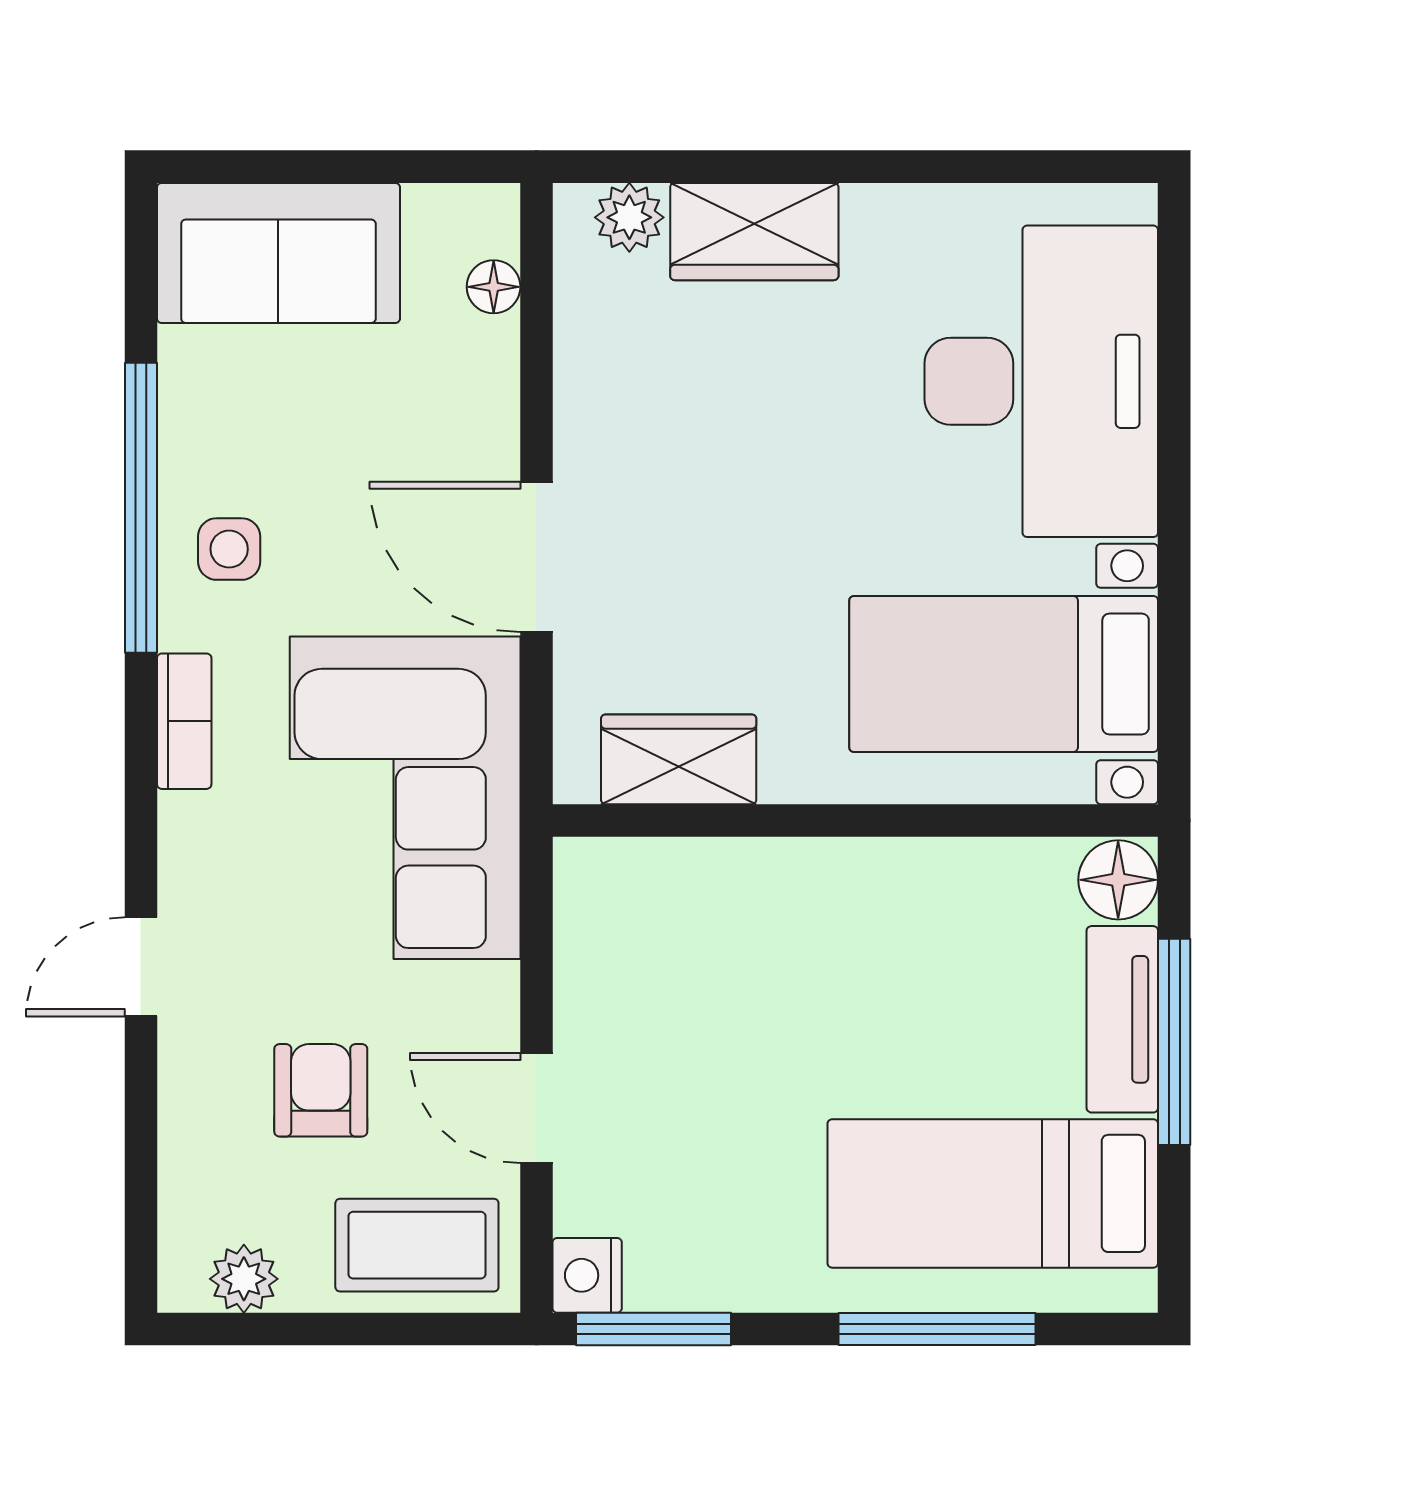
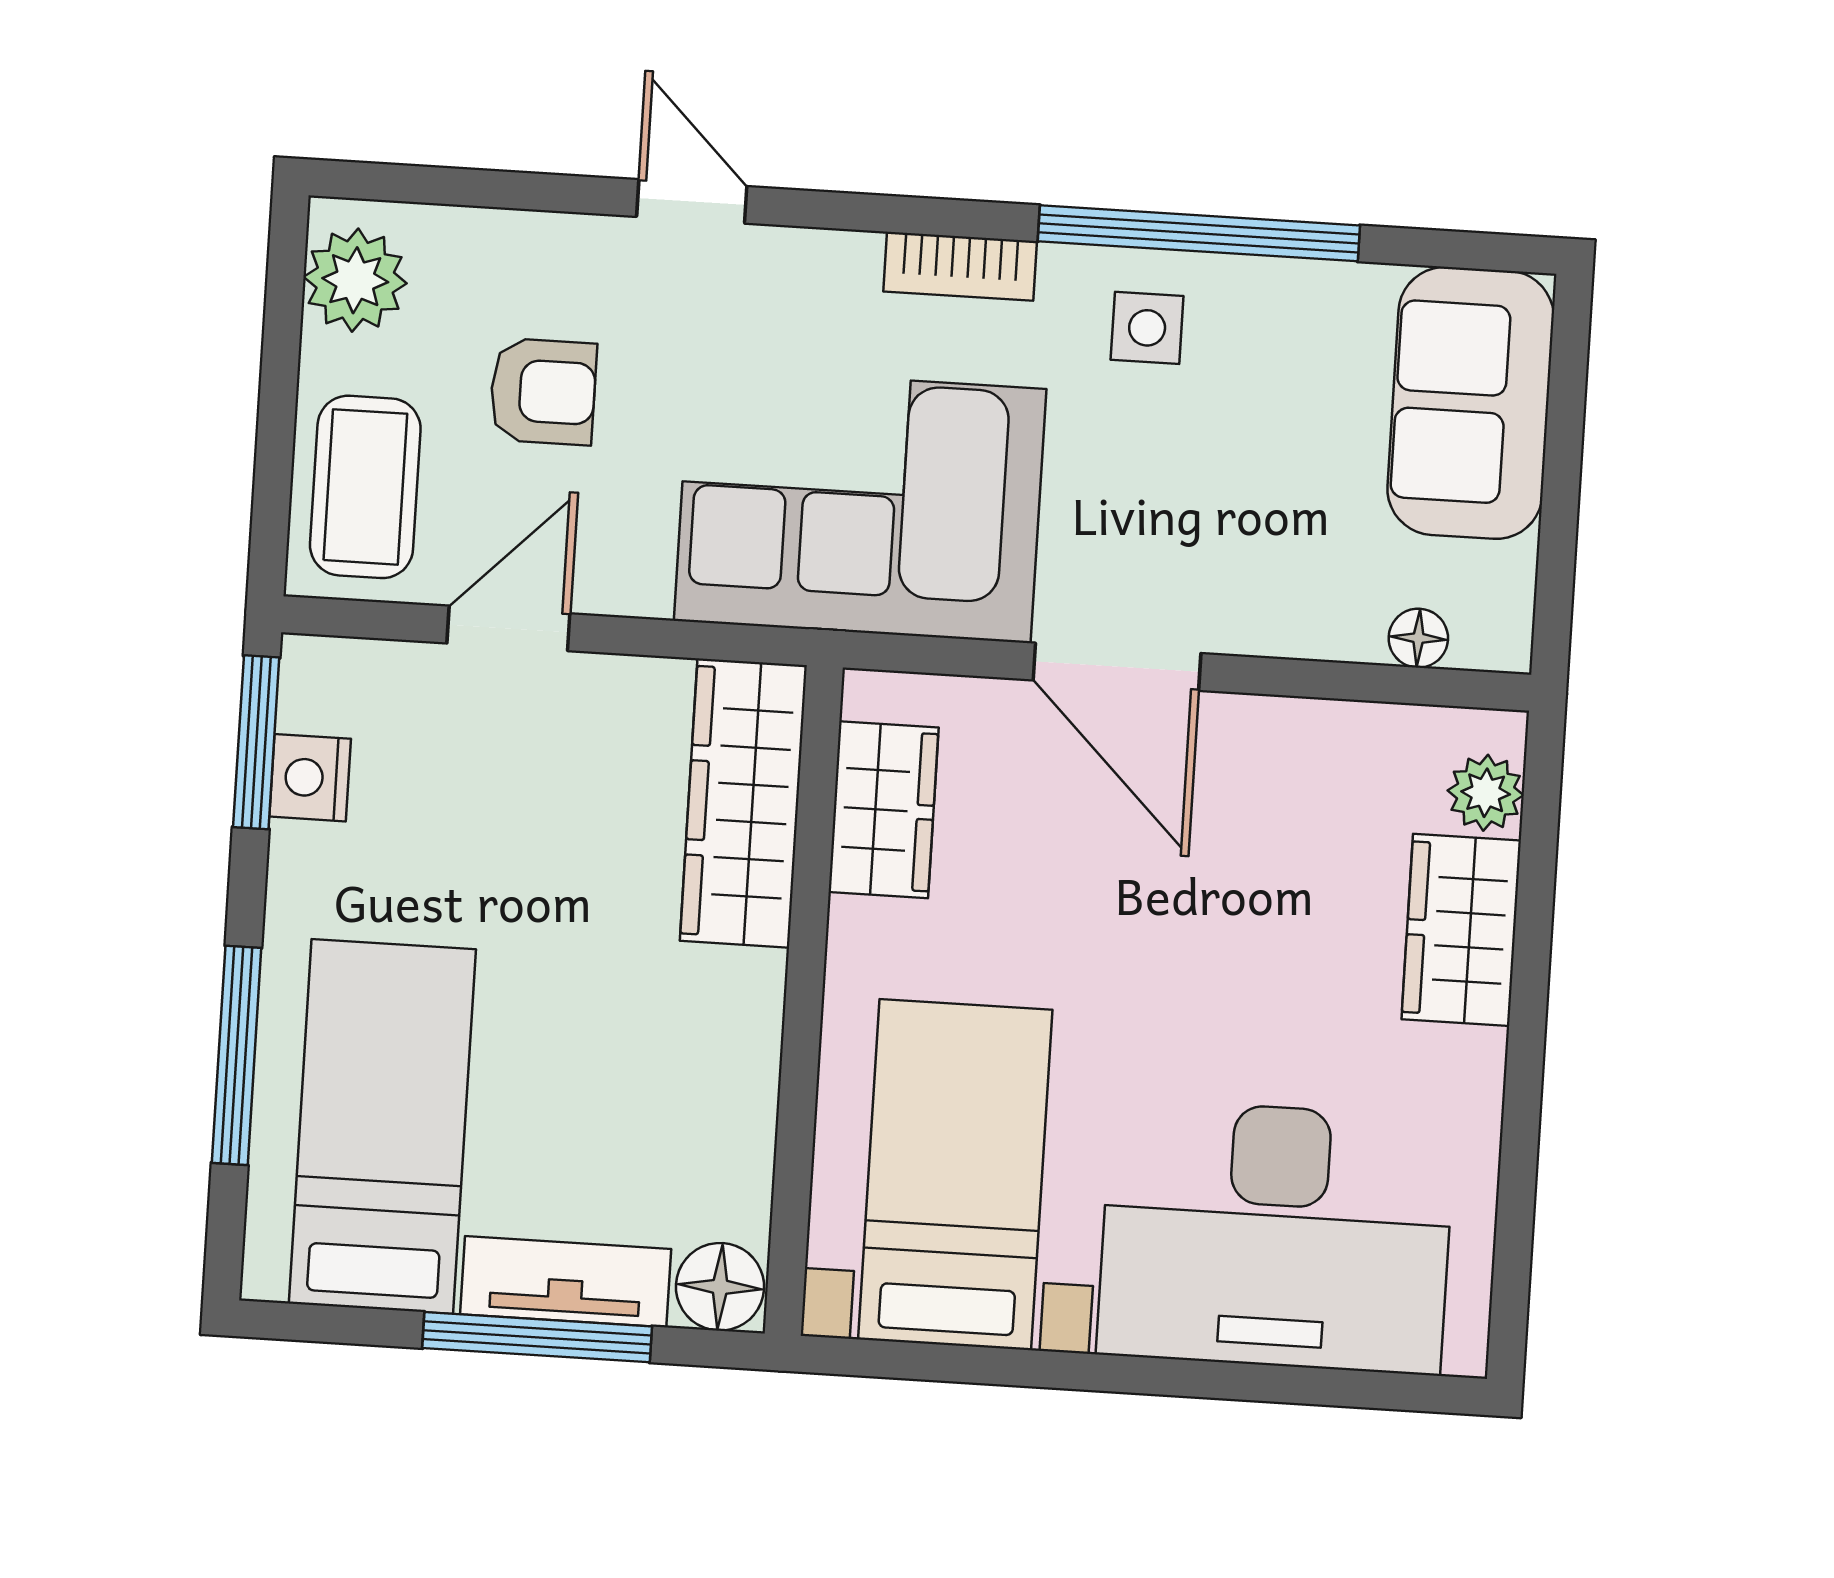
door: (536, 557) -> (1117, 667), swing flipped
wardrobe: (681, 886) -> (743, 803), added
nightstand: (587, 1275) -> (310, 778), moved, turned -90
plant: (244, 1279) -> (355, 280), width x1.38, depth x1.38

